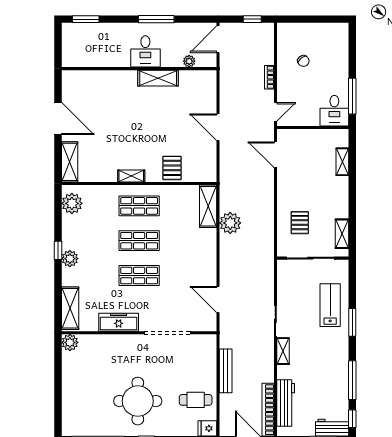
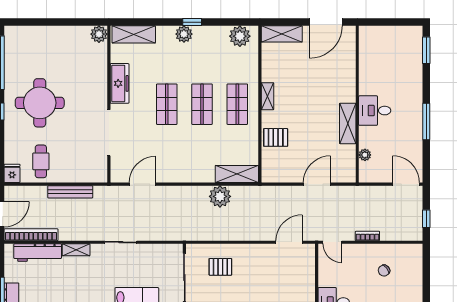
desk: (145, 51) -> (375, 111), moved
plant: (189, 61) -> (365, 155), moved
wall: (139, 69) -> (357, 104), moved
shelving: (158, 78) -> (348, 123), moved
shelving: (283, 351) -> (76, 250), moved

